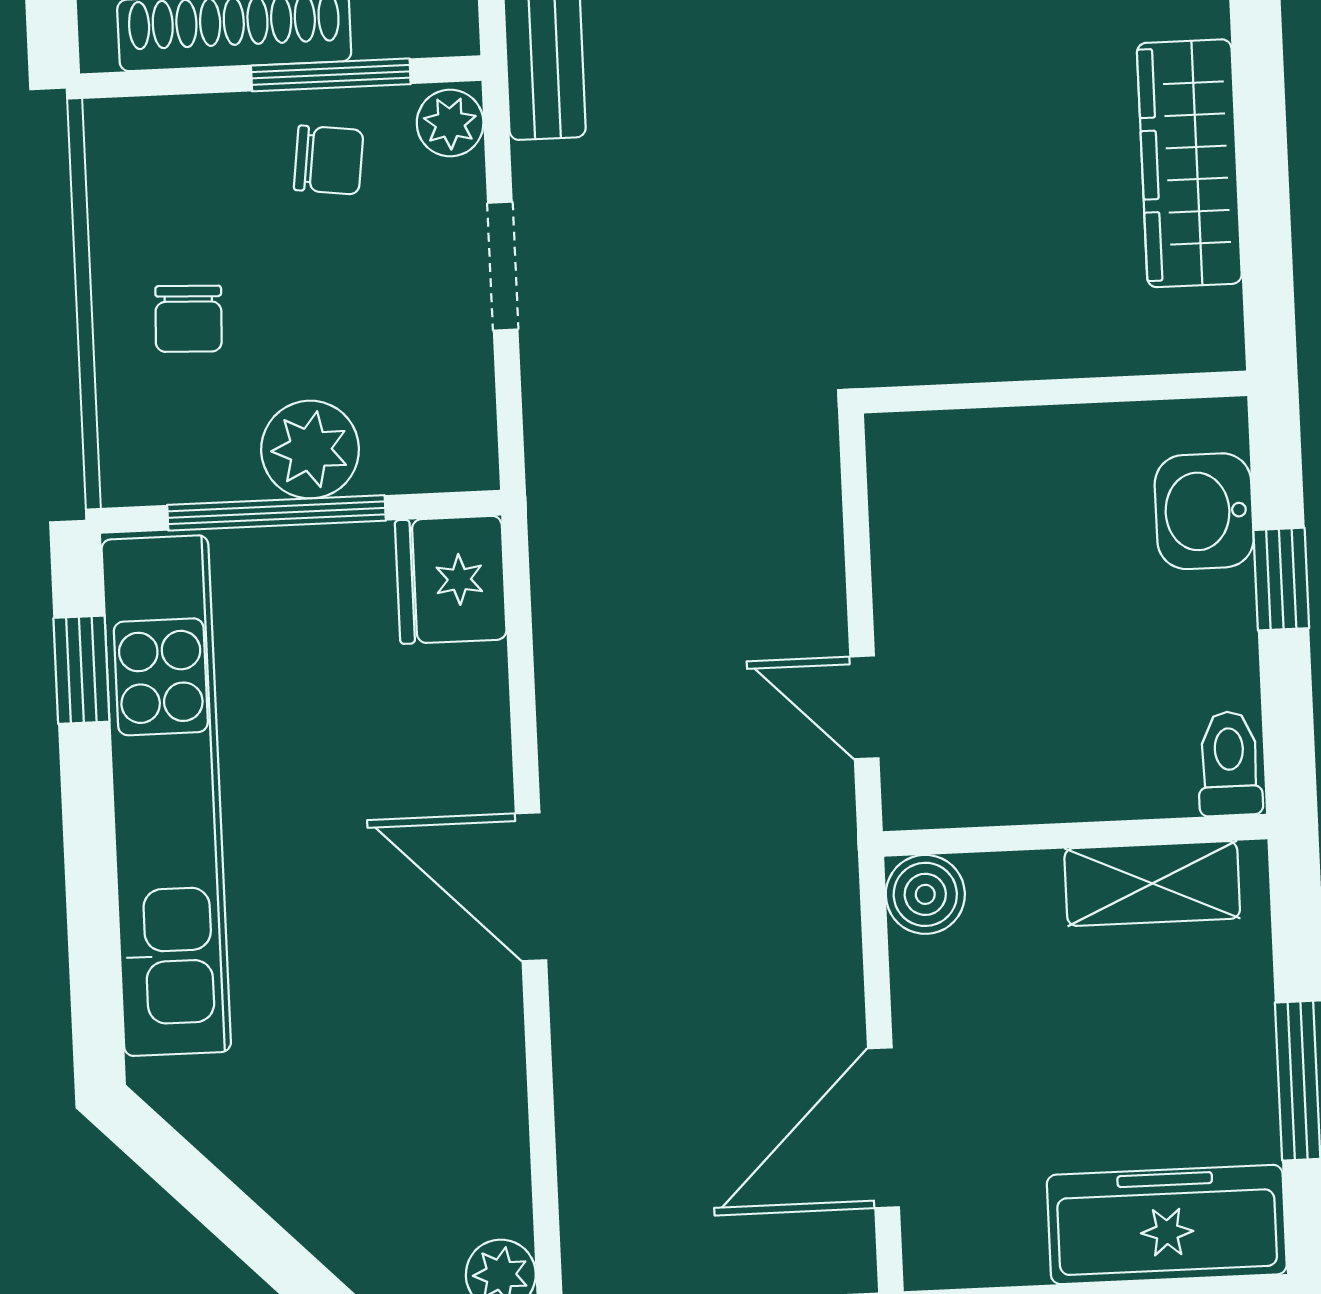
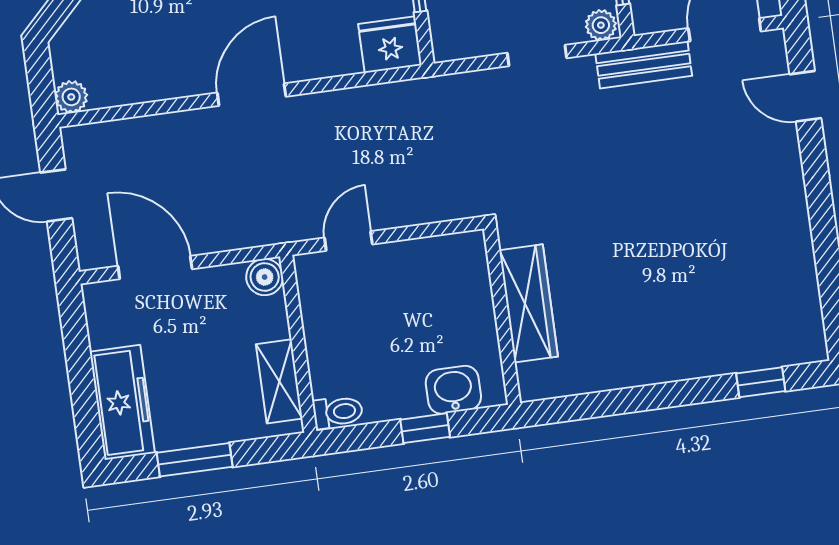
wardrobe: (1189, 163) -> (528, 303), moved, turned 90

